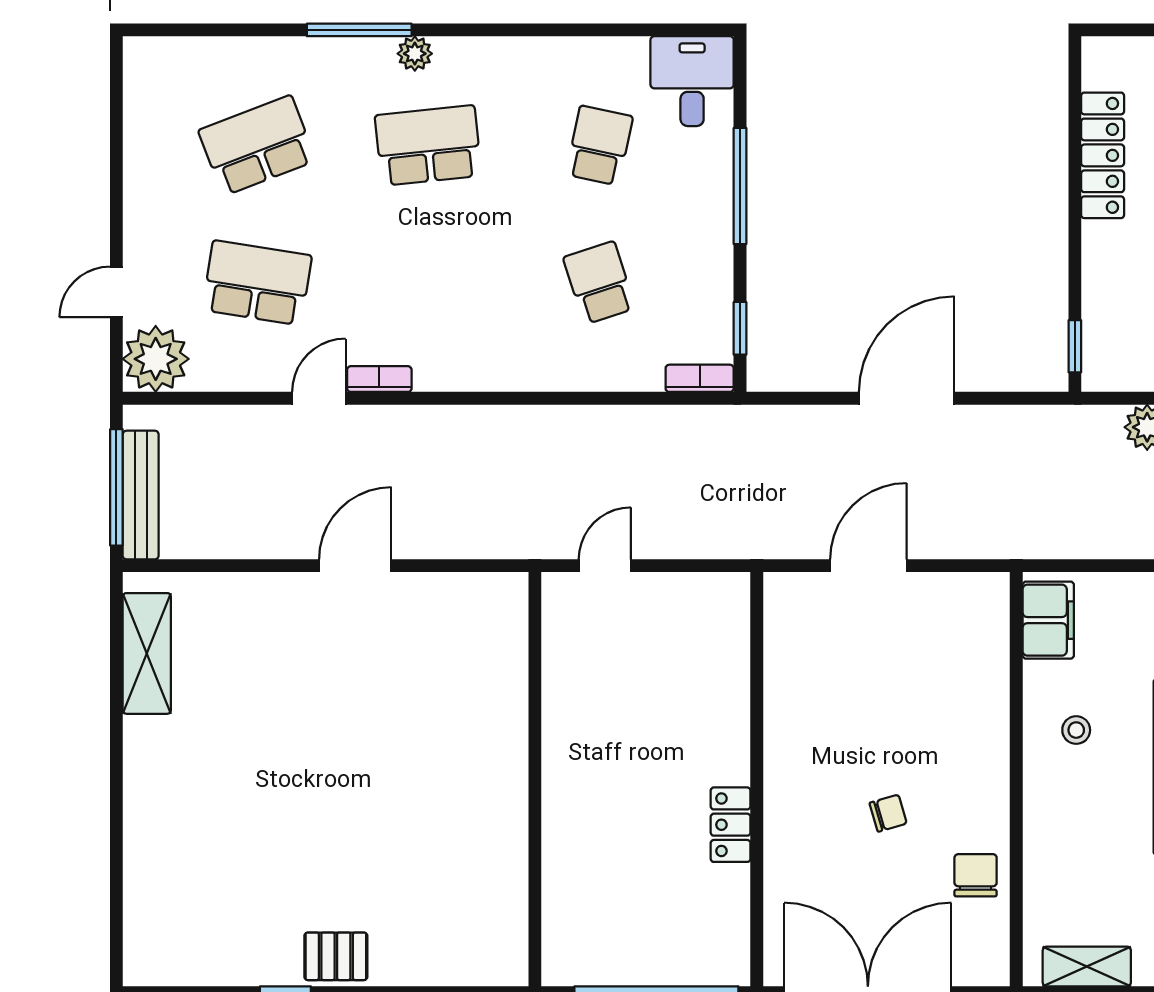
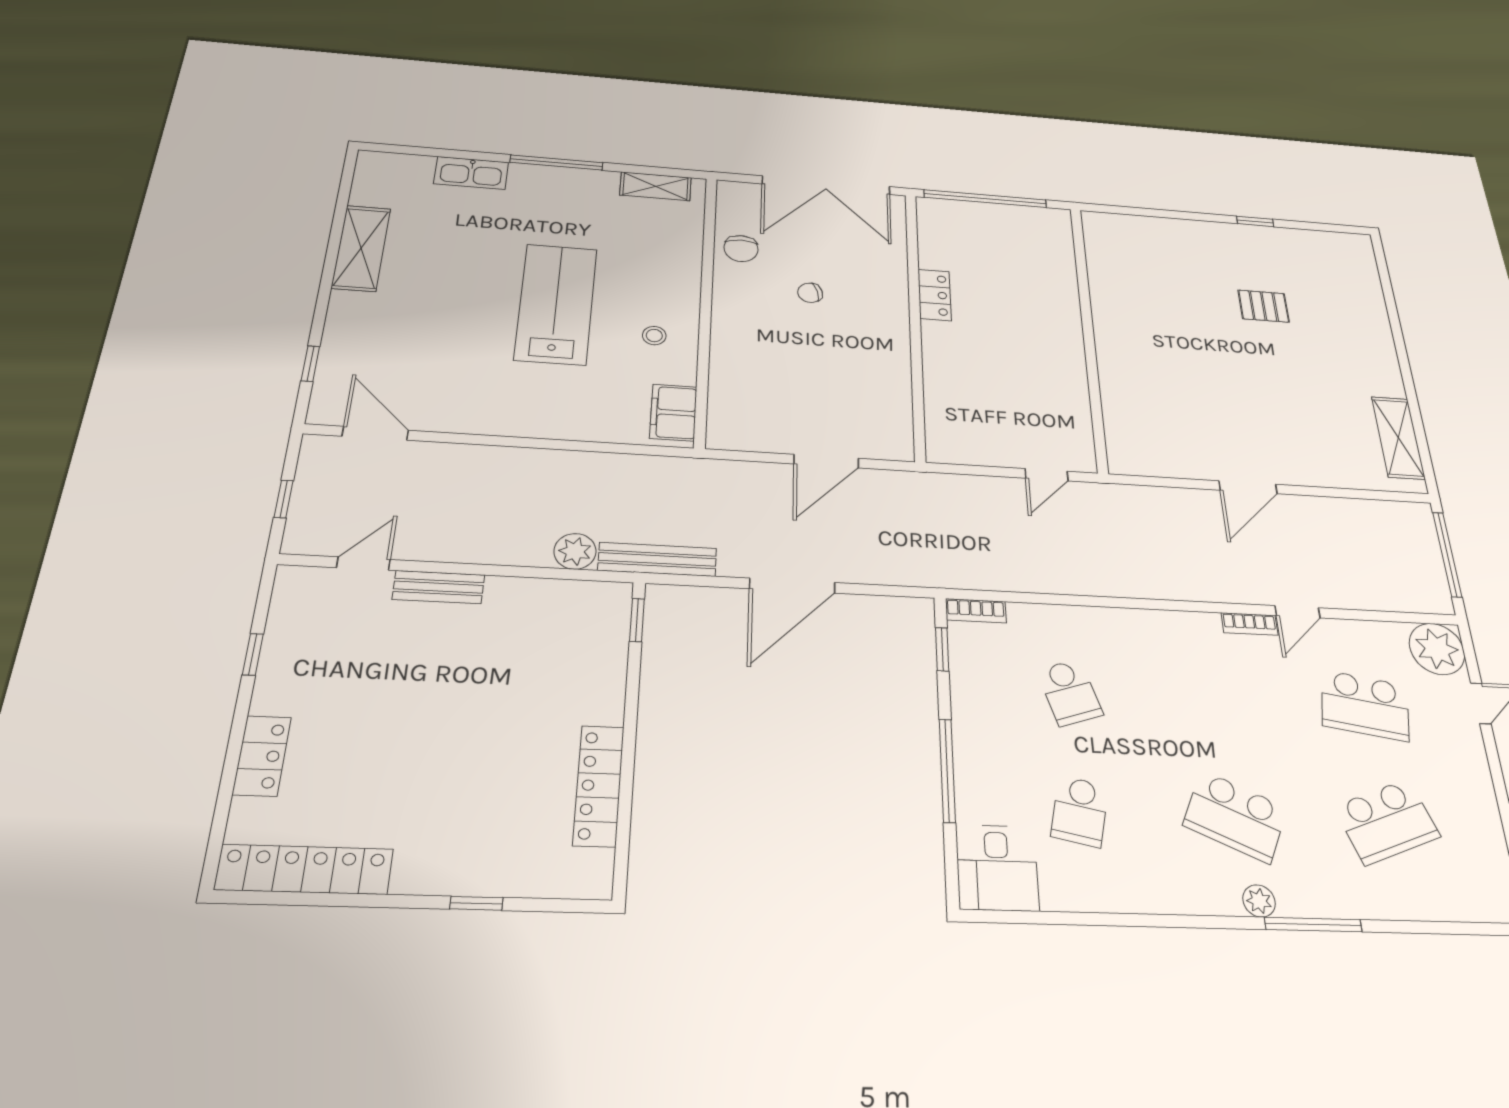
school desk: (428, 145) -> (1235, 817), turned 30
bench: (141, 495) -> (657, 559), moved, turned 90
pallet: (336, 956) -> (1264, 306), moved

